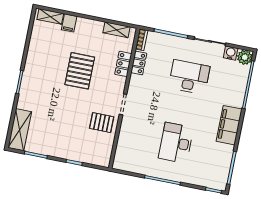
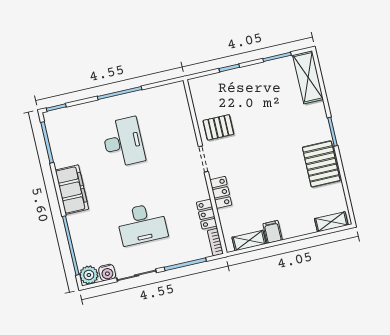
filing cabinet: (69, 23) -> (273, 232), moved
locker: (123, 64) -> (221, 192), moved
pallet: (80, 71) -> (321, 164), moved

